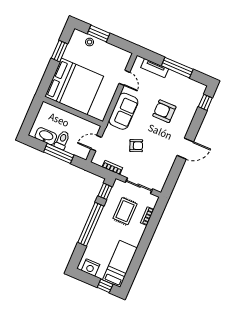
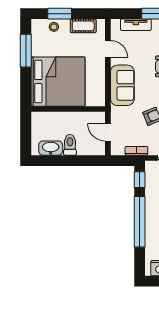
window: (59, 51) -> (26, 51), width x1.44
cot: (113, 51) -> (83, 26), added
door: (96, 143) -> (108, 132), hinge flipped
window: (59, 153) -> (73, 161), removed

